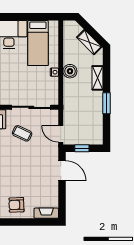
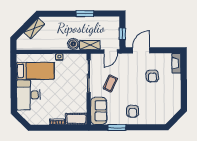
boiler: (70, 71) -> (73, 44), moved
shelving: (97, 78) -> (90, 45), moved
armchair: (16, 205) -> (152, 76), moved

